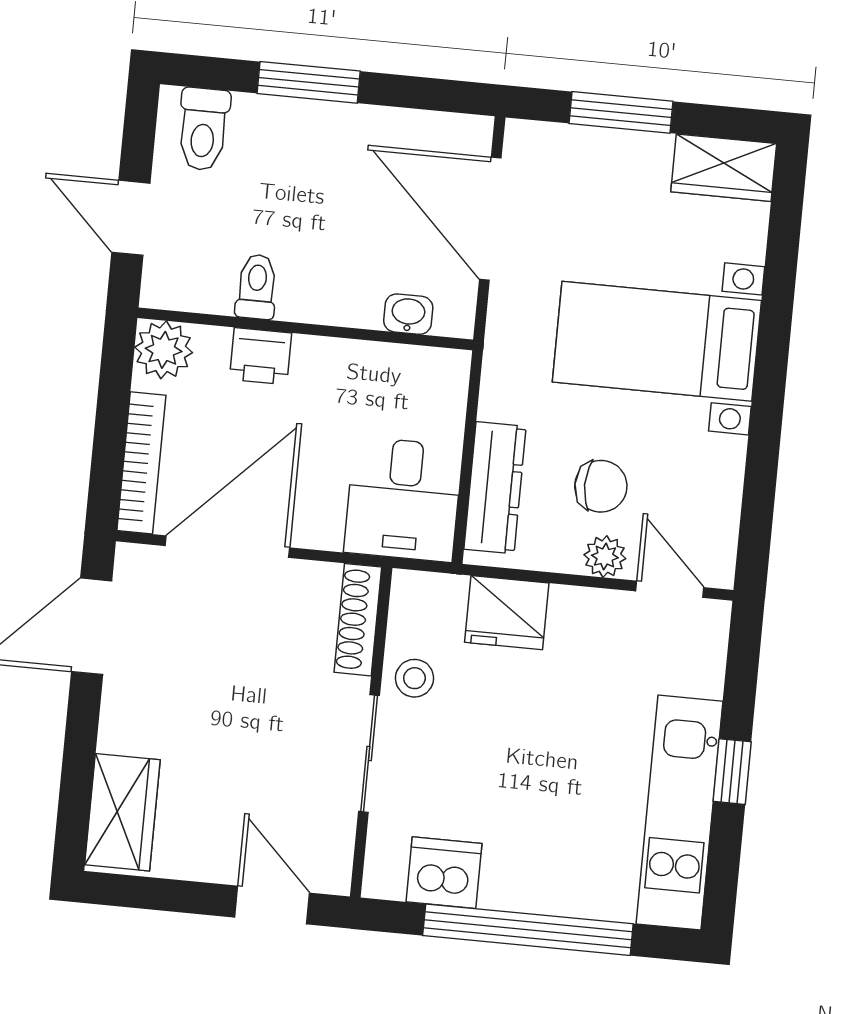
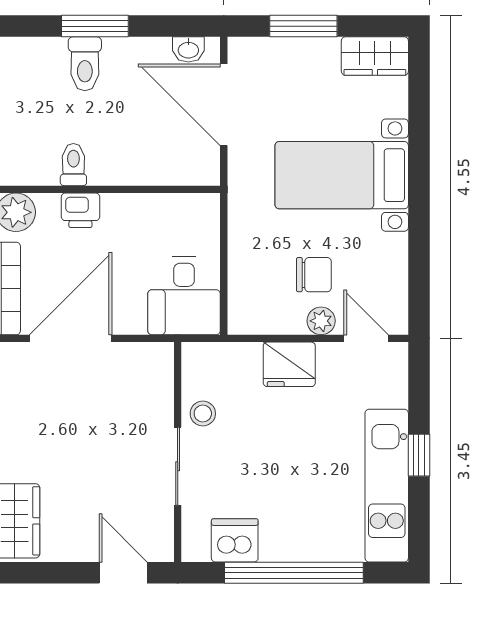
toilet: (203, 129) -> (85, 64), moved
washbasin: (408, 314) -> (188, 49), moved, turned 180
dresser: (495, 488) -> (244, 282), removed
fridge: (507, 613) -> (289, 364), moved
shoe rack: (358, 620) -> (162, 378), removed

